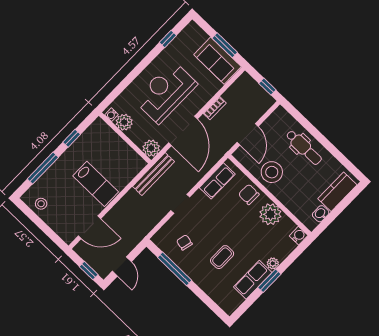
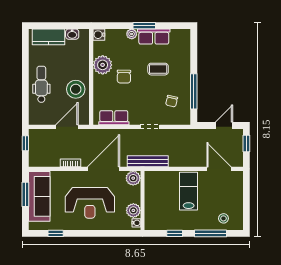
sofa: (217, 61) -> (39, 196), width x1.36
chair: (249, 194) -> (124, 77), moved
stool: (41, 204) -> (223, 218), moved

